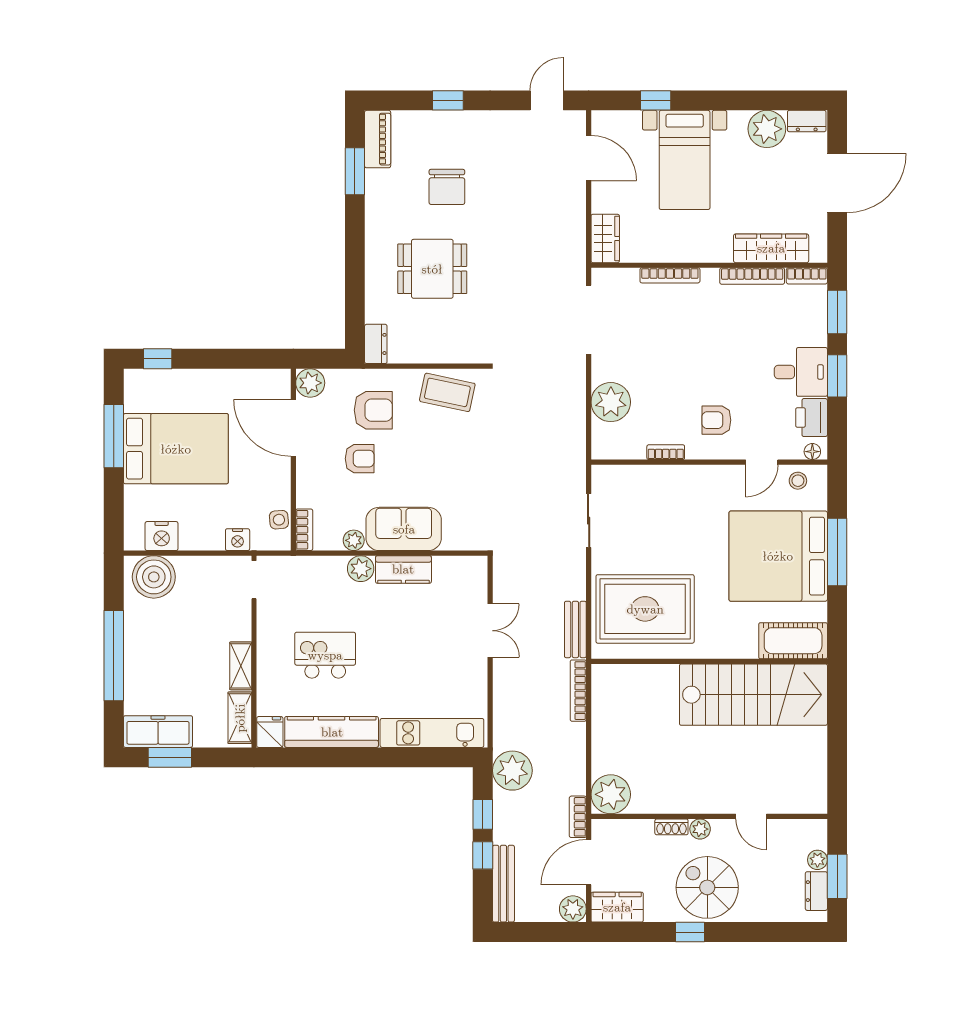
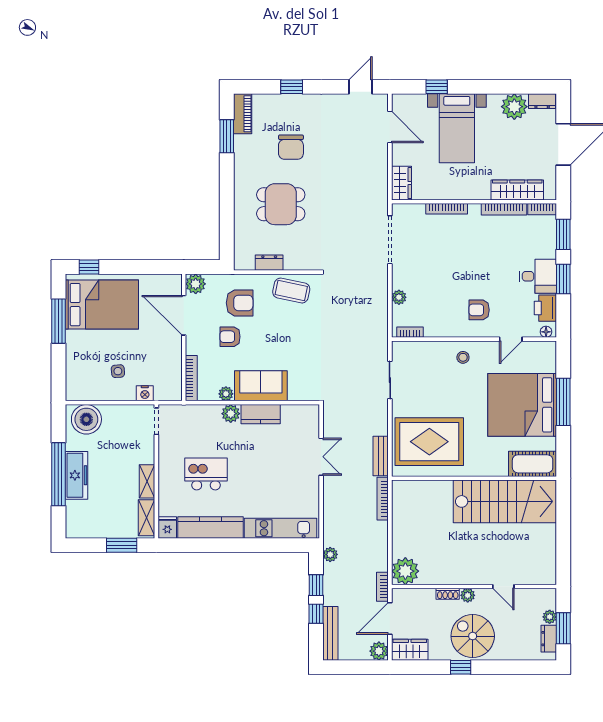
dresser: (376, 344) -> (269, 263), moved, turned -90
plant: (611, 402) -> (399, 297), width x0.53, depth x0.53
bed: (176, 449) -> (102, 305), moved
bookcase: (666, 452) -> (410, 332), moved
armchair: (360, 459) -> (230, 337), turned 180
stool: (798, 481) -> (463, 357), moved
side table: (279, 520) -> (118, 371), moved
bookcase: (304, 530) -> (191, 378), width x1.56
nightstand: (162, 536) -> (92, 391), removed
freezer: (158, 732) -> (76, 475), moved, turned 90
window: (170, 757) -> (122, 545), moved
plant: (512, 771) -> (330, 554), width x0.53, depth x0.53

